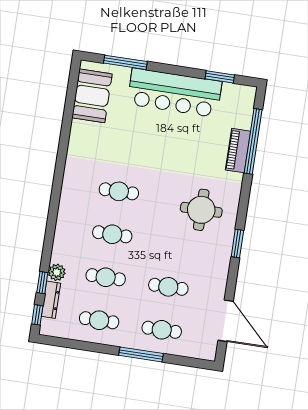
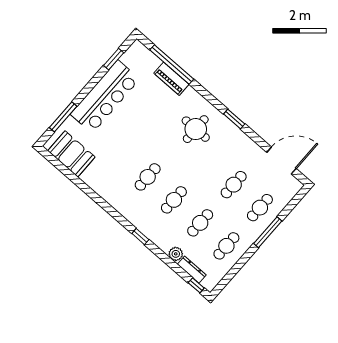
window: (42, 283) -> (140, 236), moved

